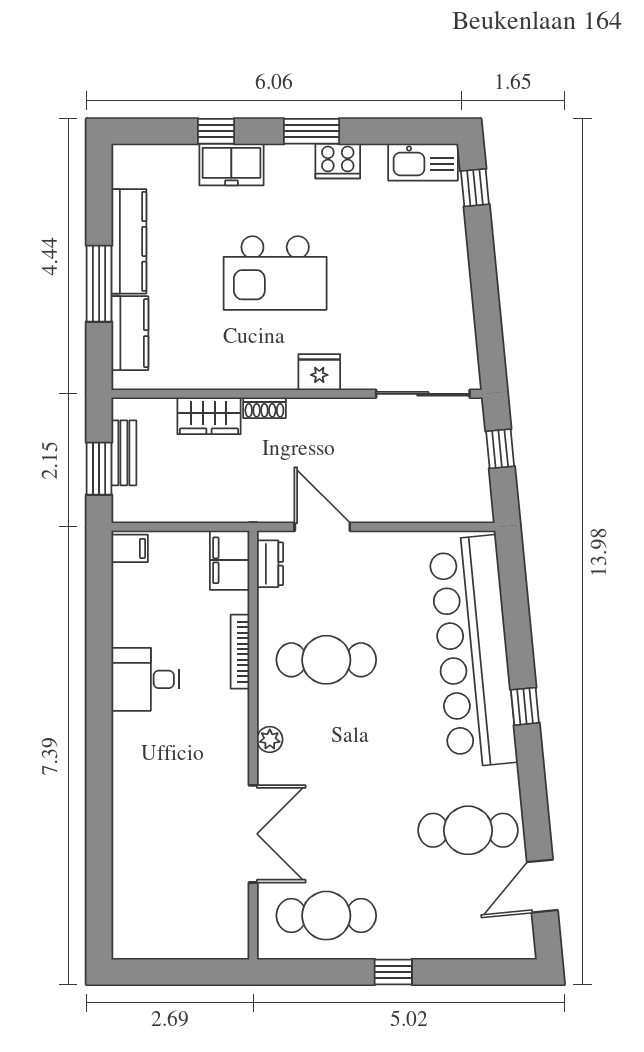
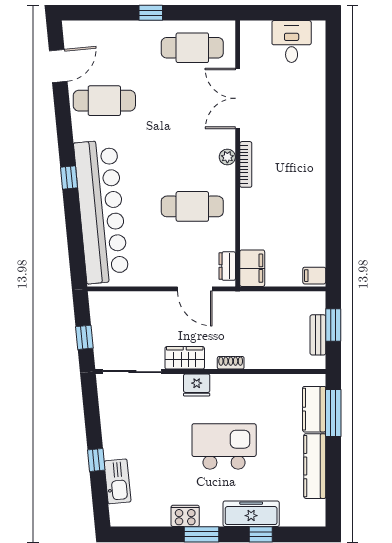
kitchen sink: (423, 162) -> (117, 481), moved, turned 84
freezer: (231, 165) -> (251, 514), width x1.40
window: (475, 188) -> (96, 460), moved
window: (99, 284) -> (333, 413), moved
wardrobe: (209, 416) -> (185, 358), moved
bookcase: (240, 652) -> (246, 164), moved
desk: (145, 679) -> (292, 41), moved, turned -90

